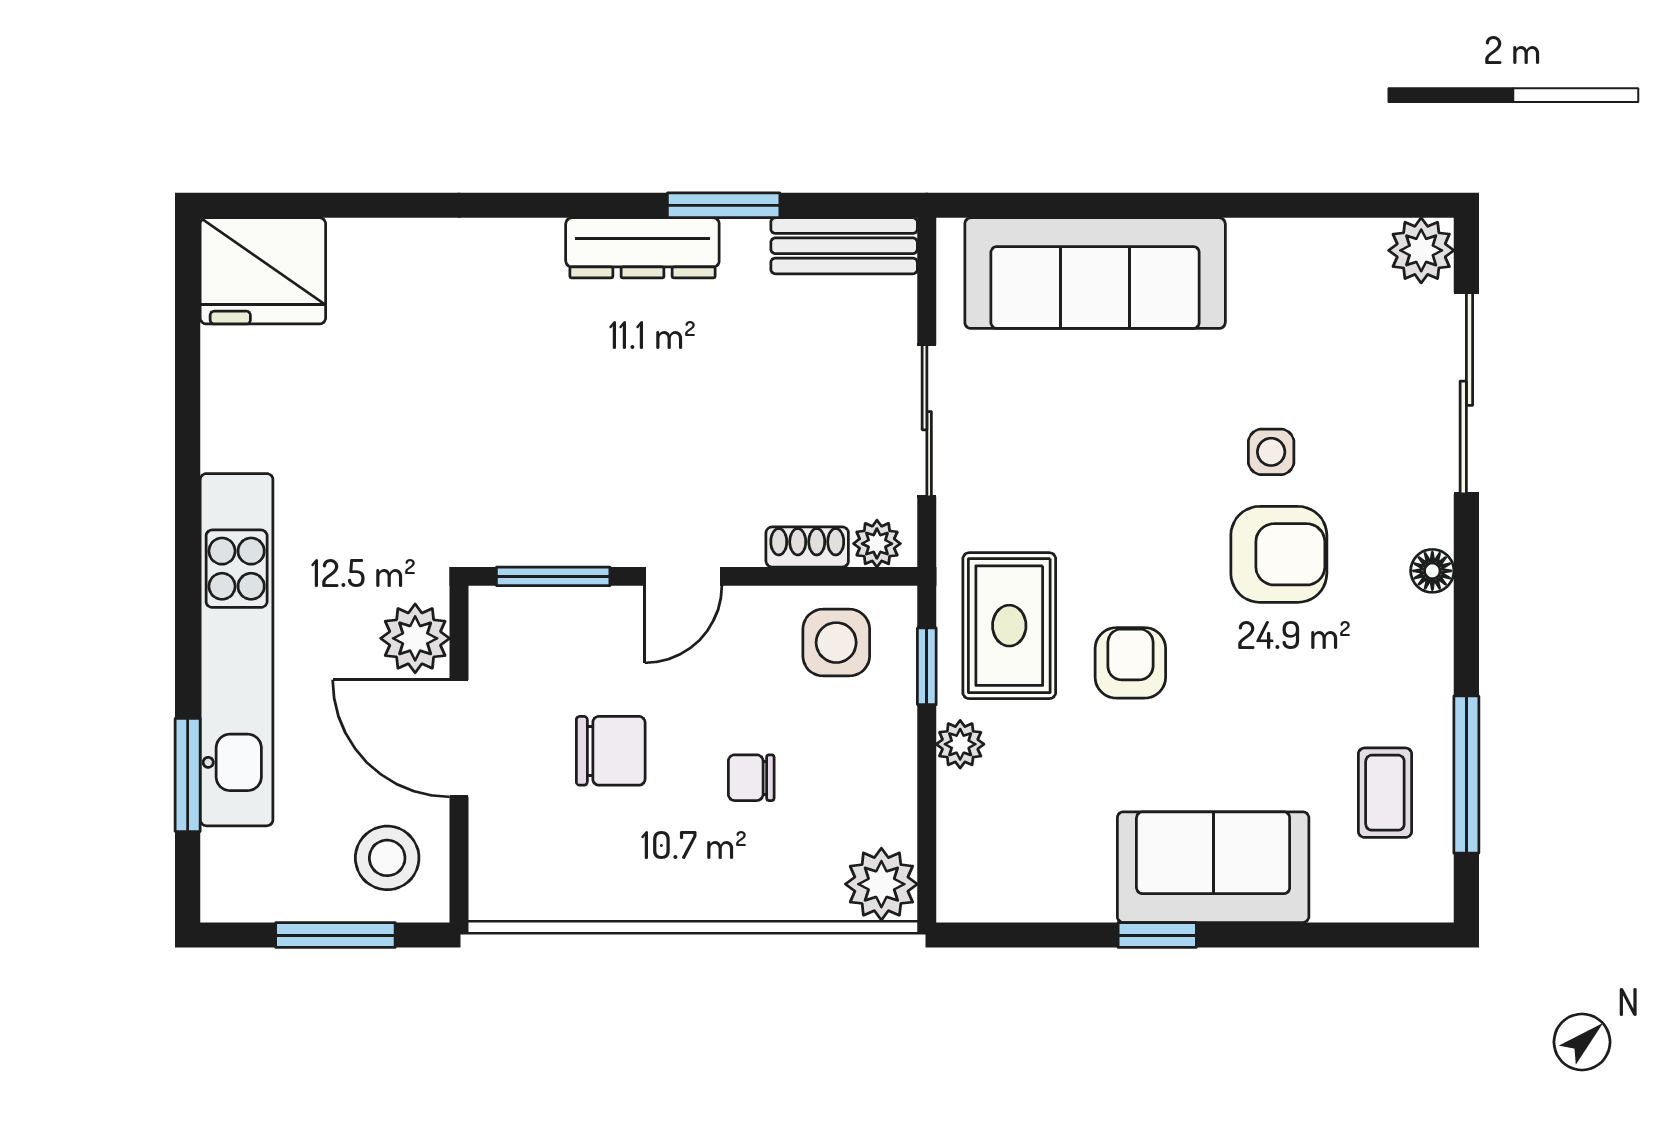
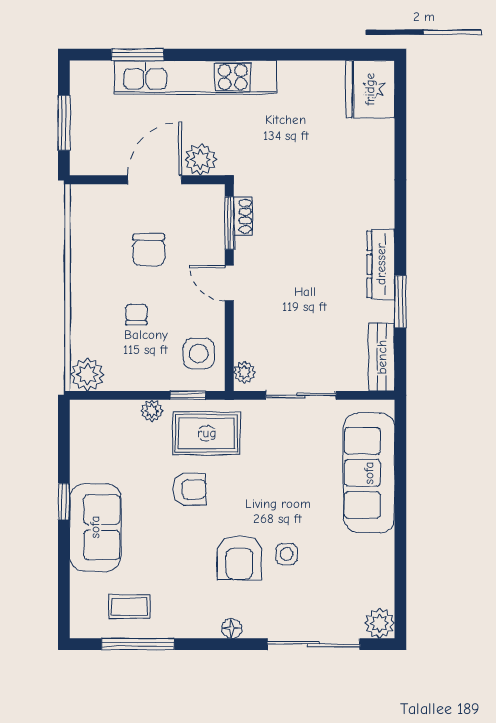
shoe rack: (807, 547) -> (243, 216), moved
stool: (387, 858) -> (99, 147), removed

